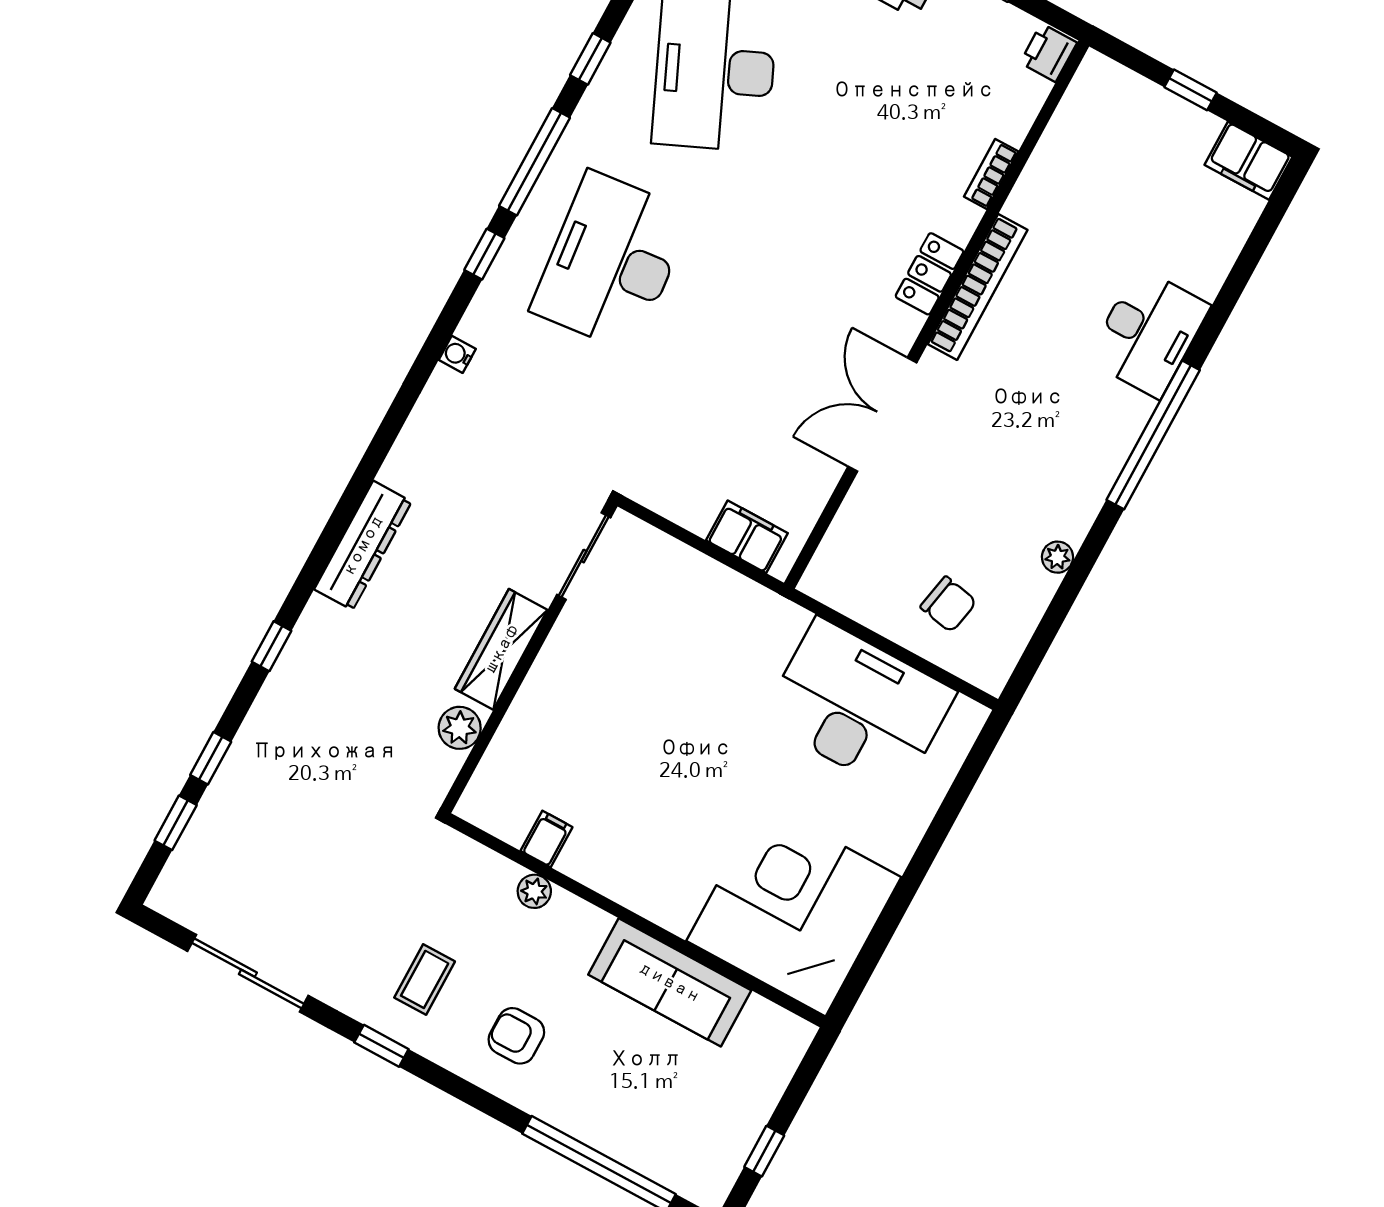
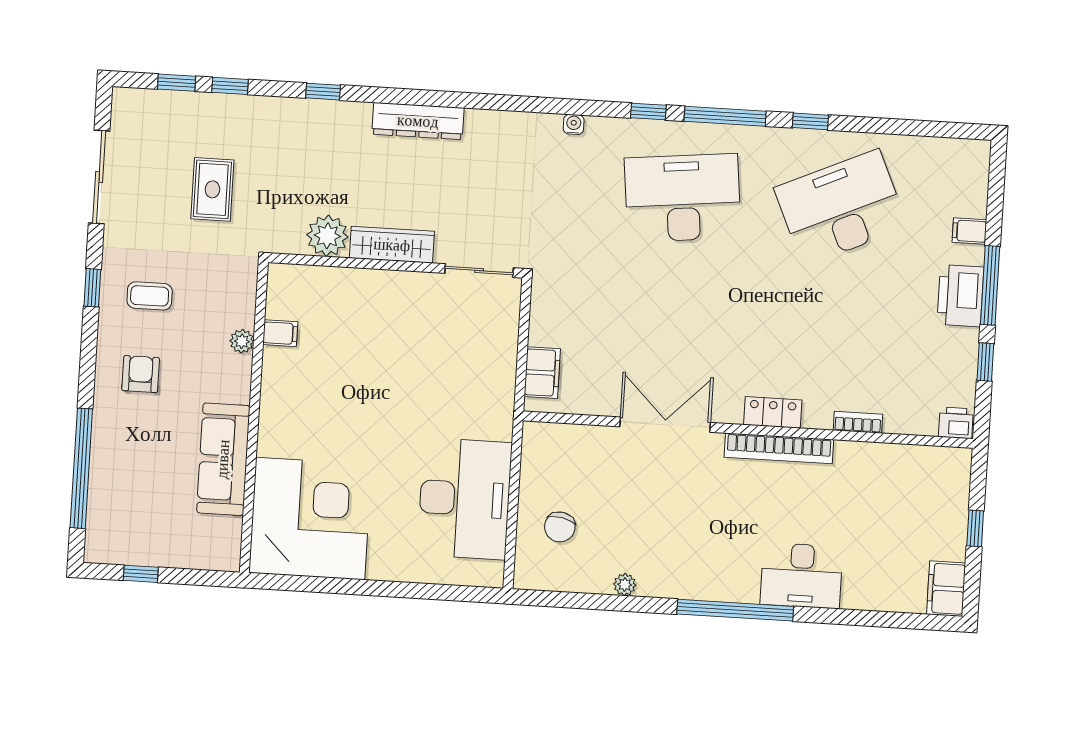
plant: (460, 728) -> (327, 236), width x1.36, depth x1.36
rug: (329, 840) -> (212, 189), added

